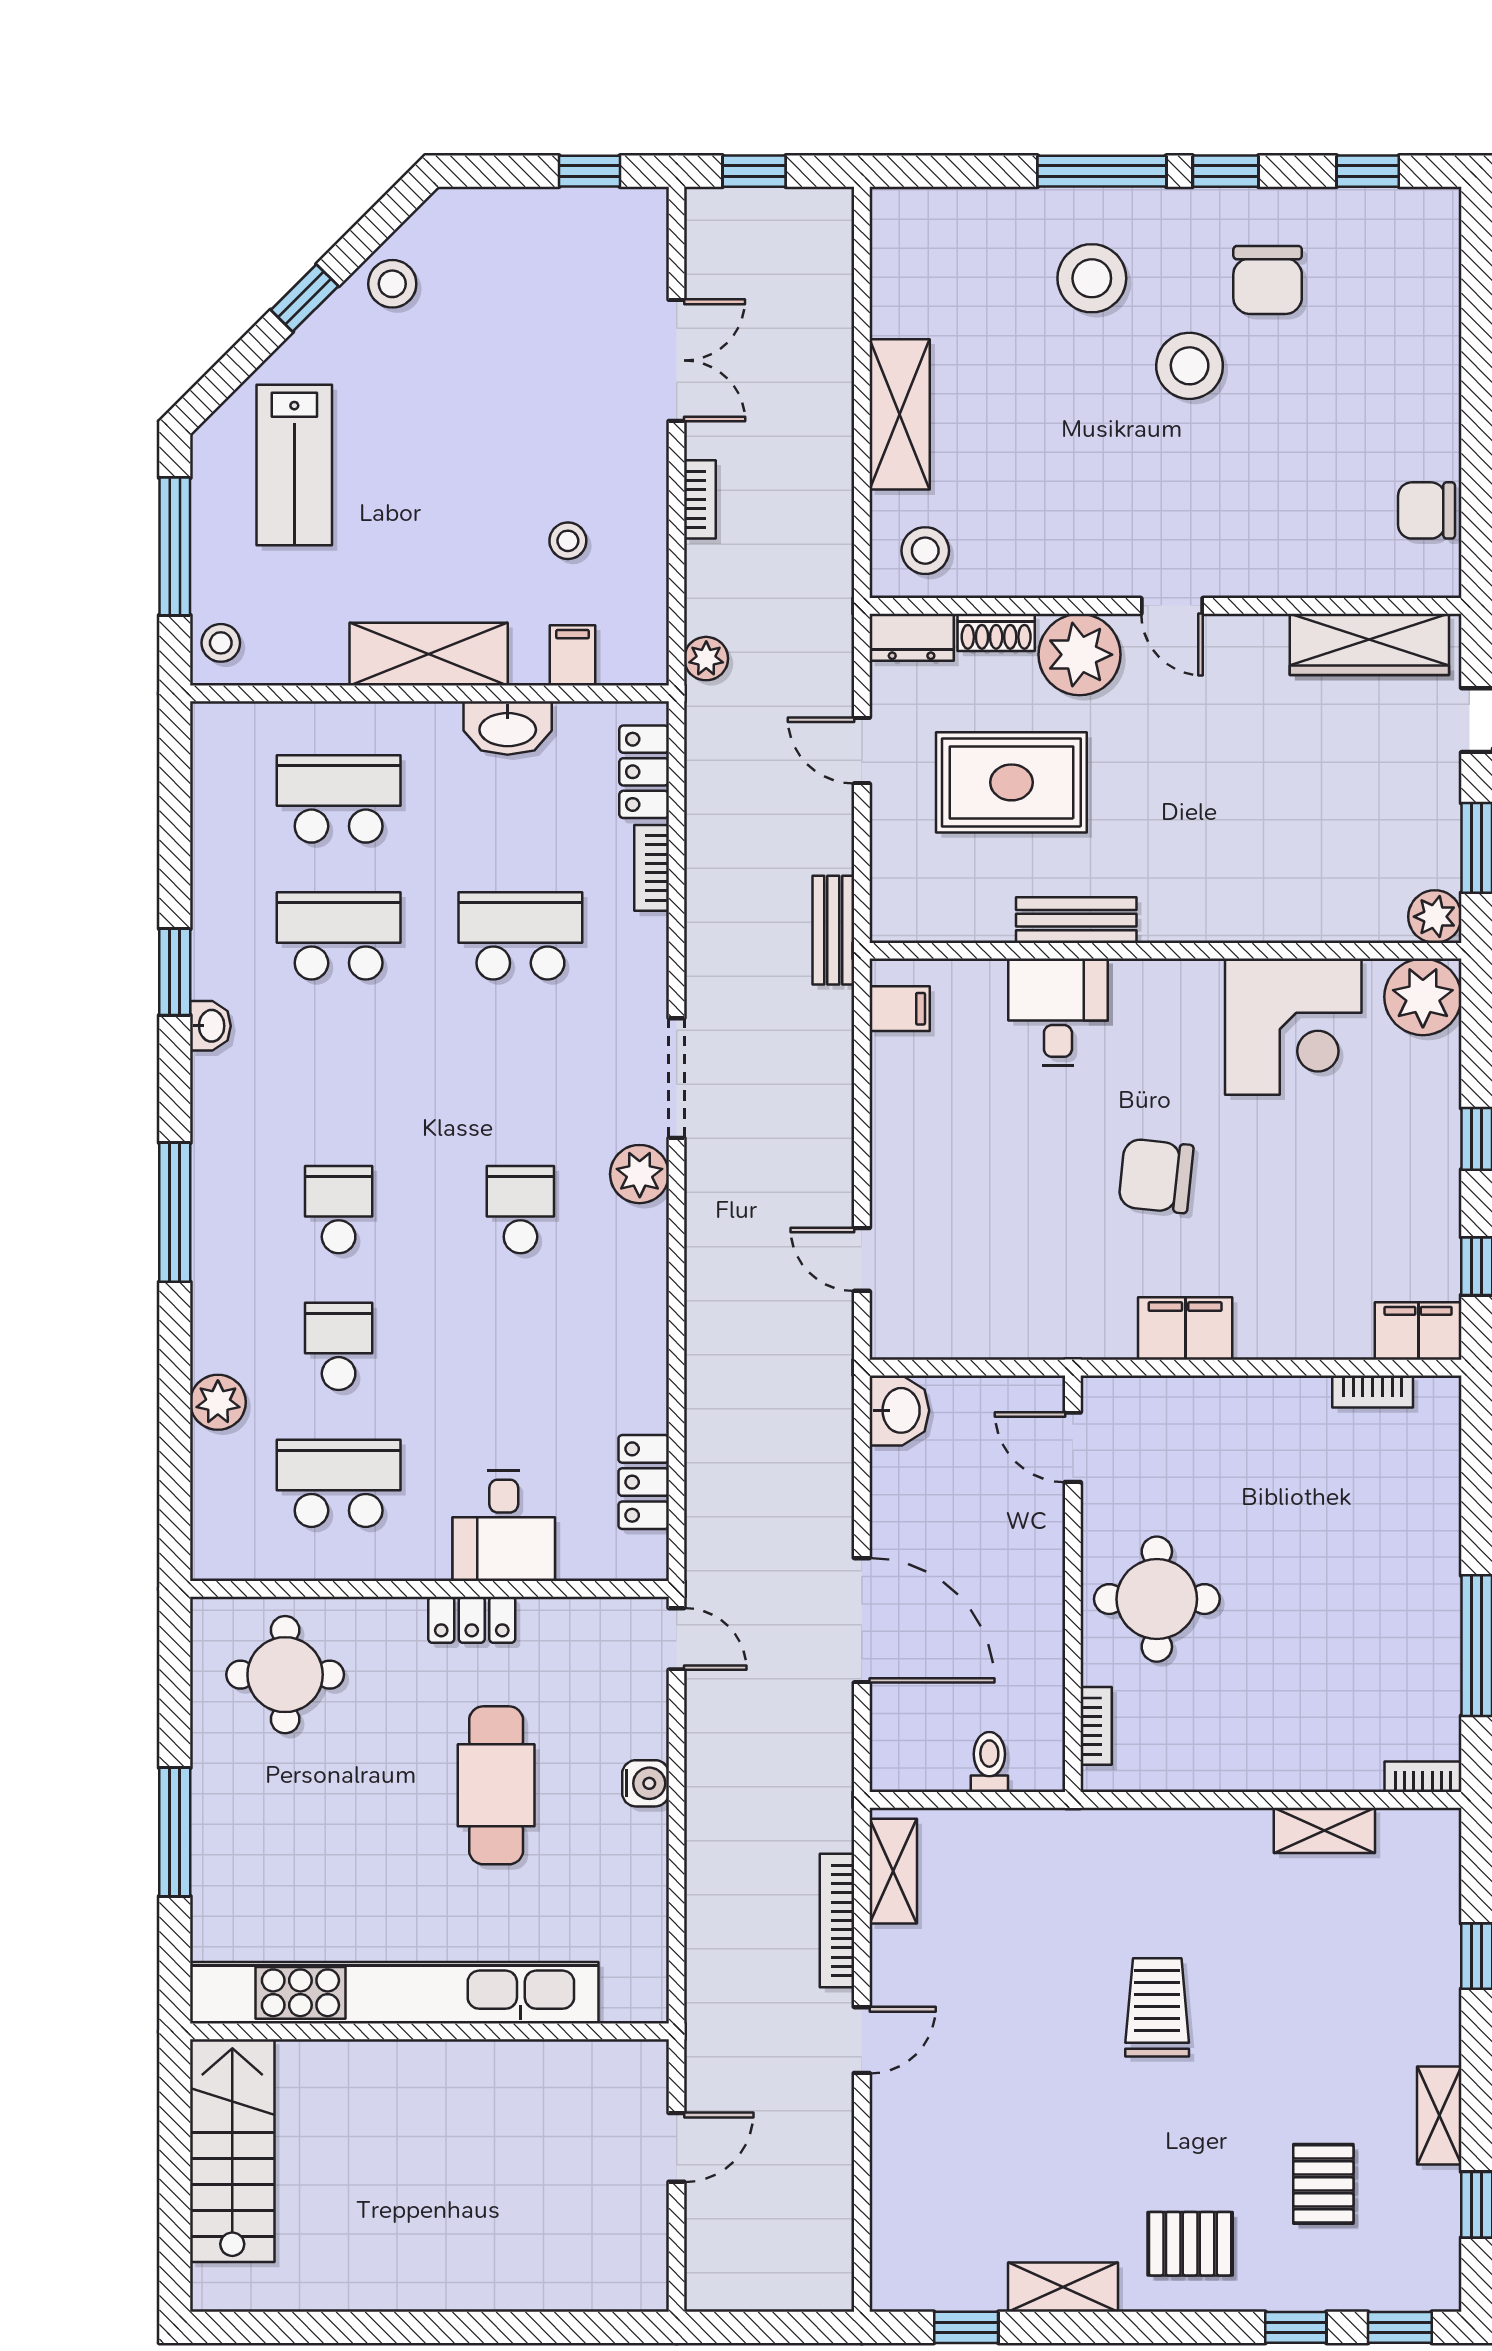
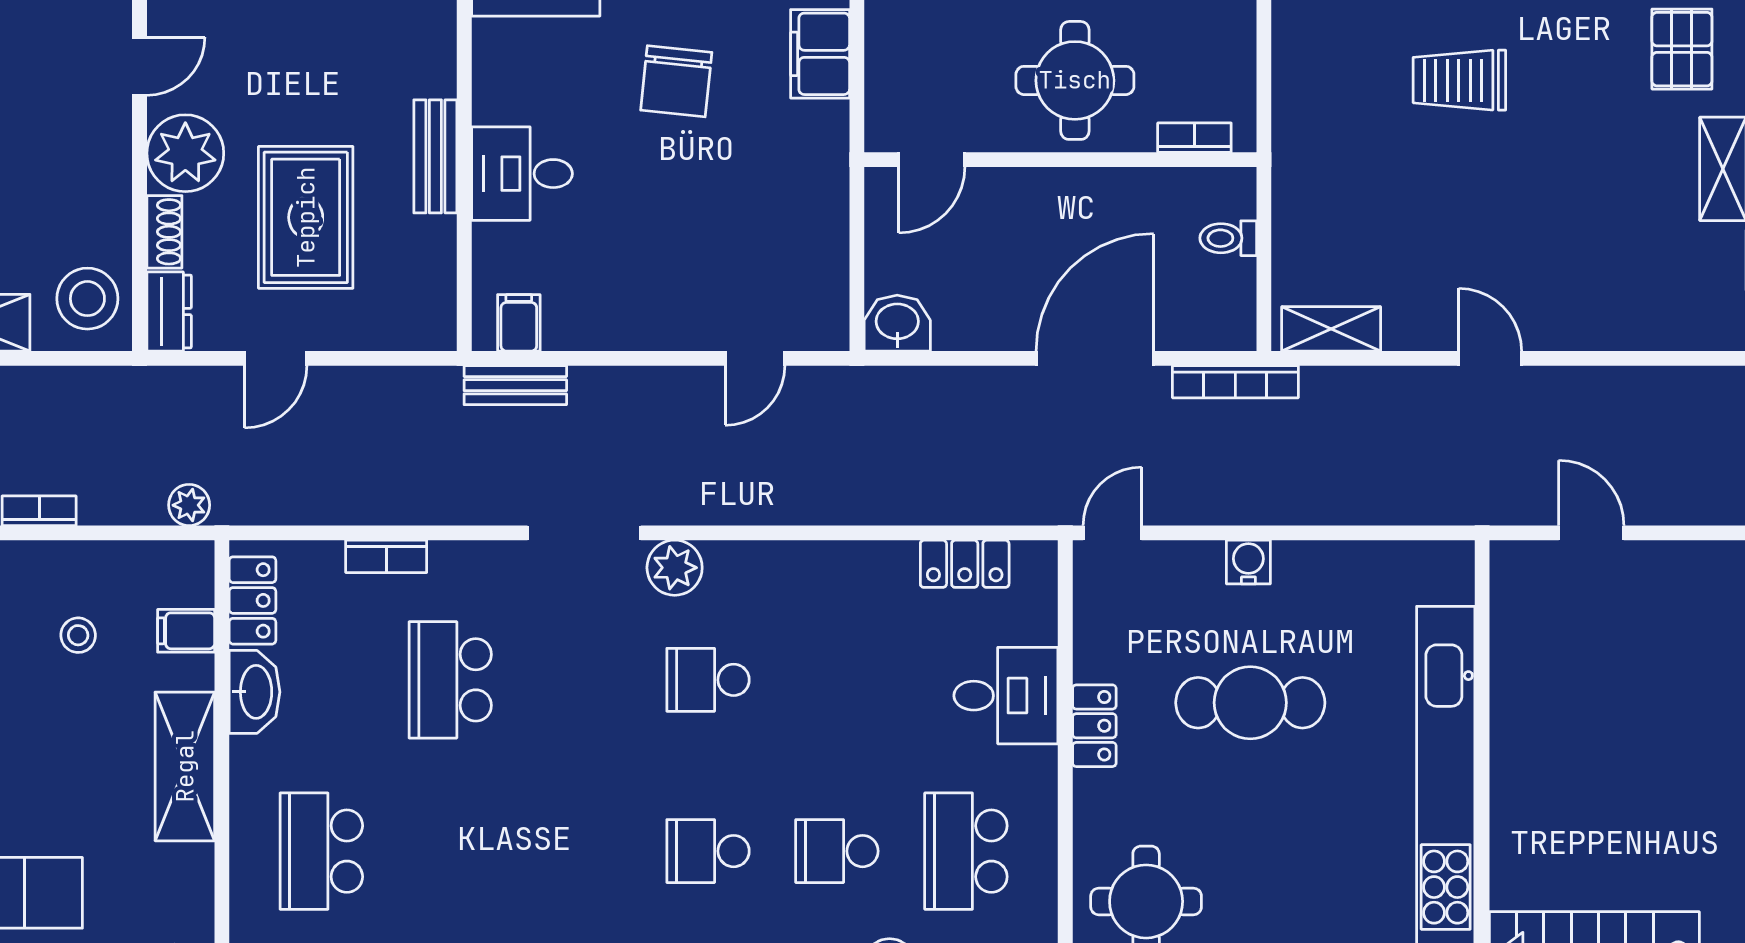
stool: (925, 551) -> (87, 299), width x1.38, depth x1.38
locker: (644, 772) -> (252, 600), moved, turned -90
bench: (833, 930) -> (515, 385), moved
school desk: (339, 936) -> (450, 851), removed
bookcase: (837, 1920) -> (1235, 382), moved

